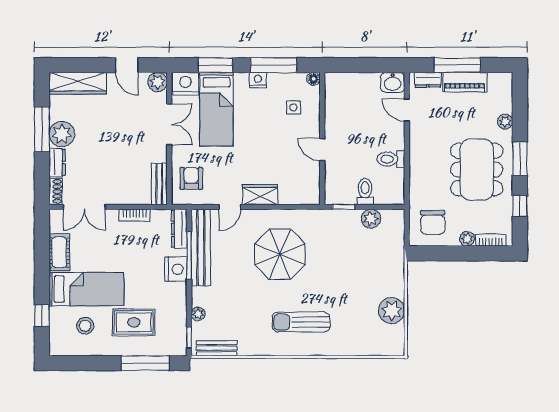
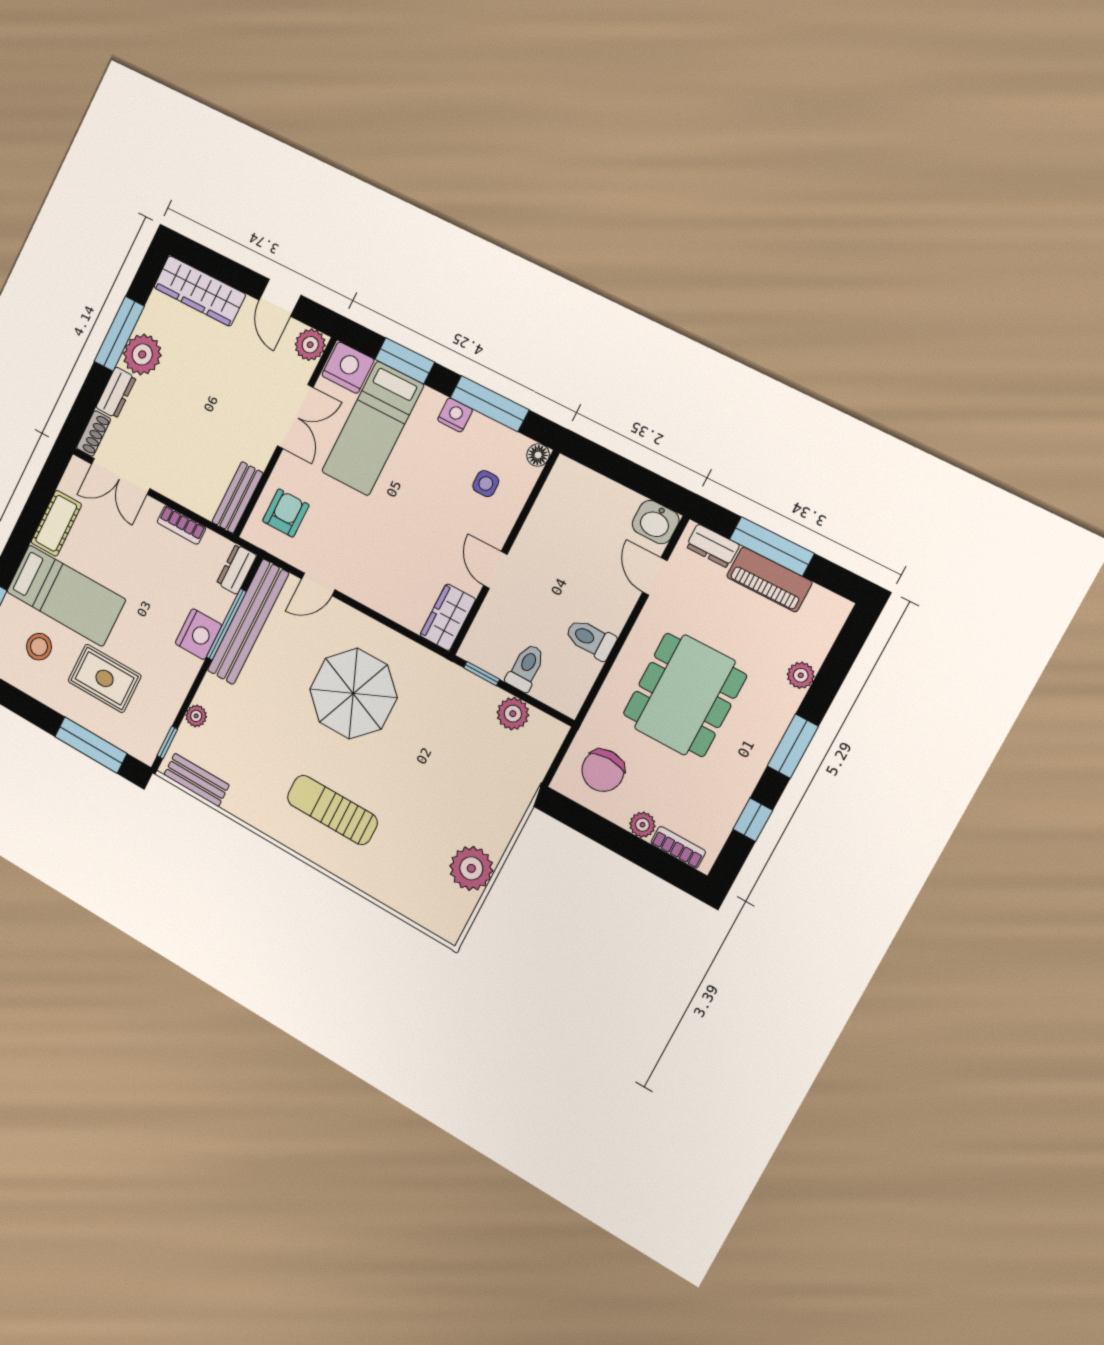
dining table: (477, 170) -> (685, 695), moved
wardrobe: (260, 195) -> (448, 617), moved, turned -90
dresser: (179, 229) -> (237, 569), width x0.70

